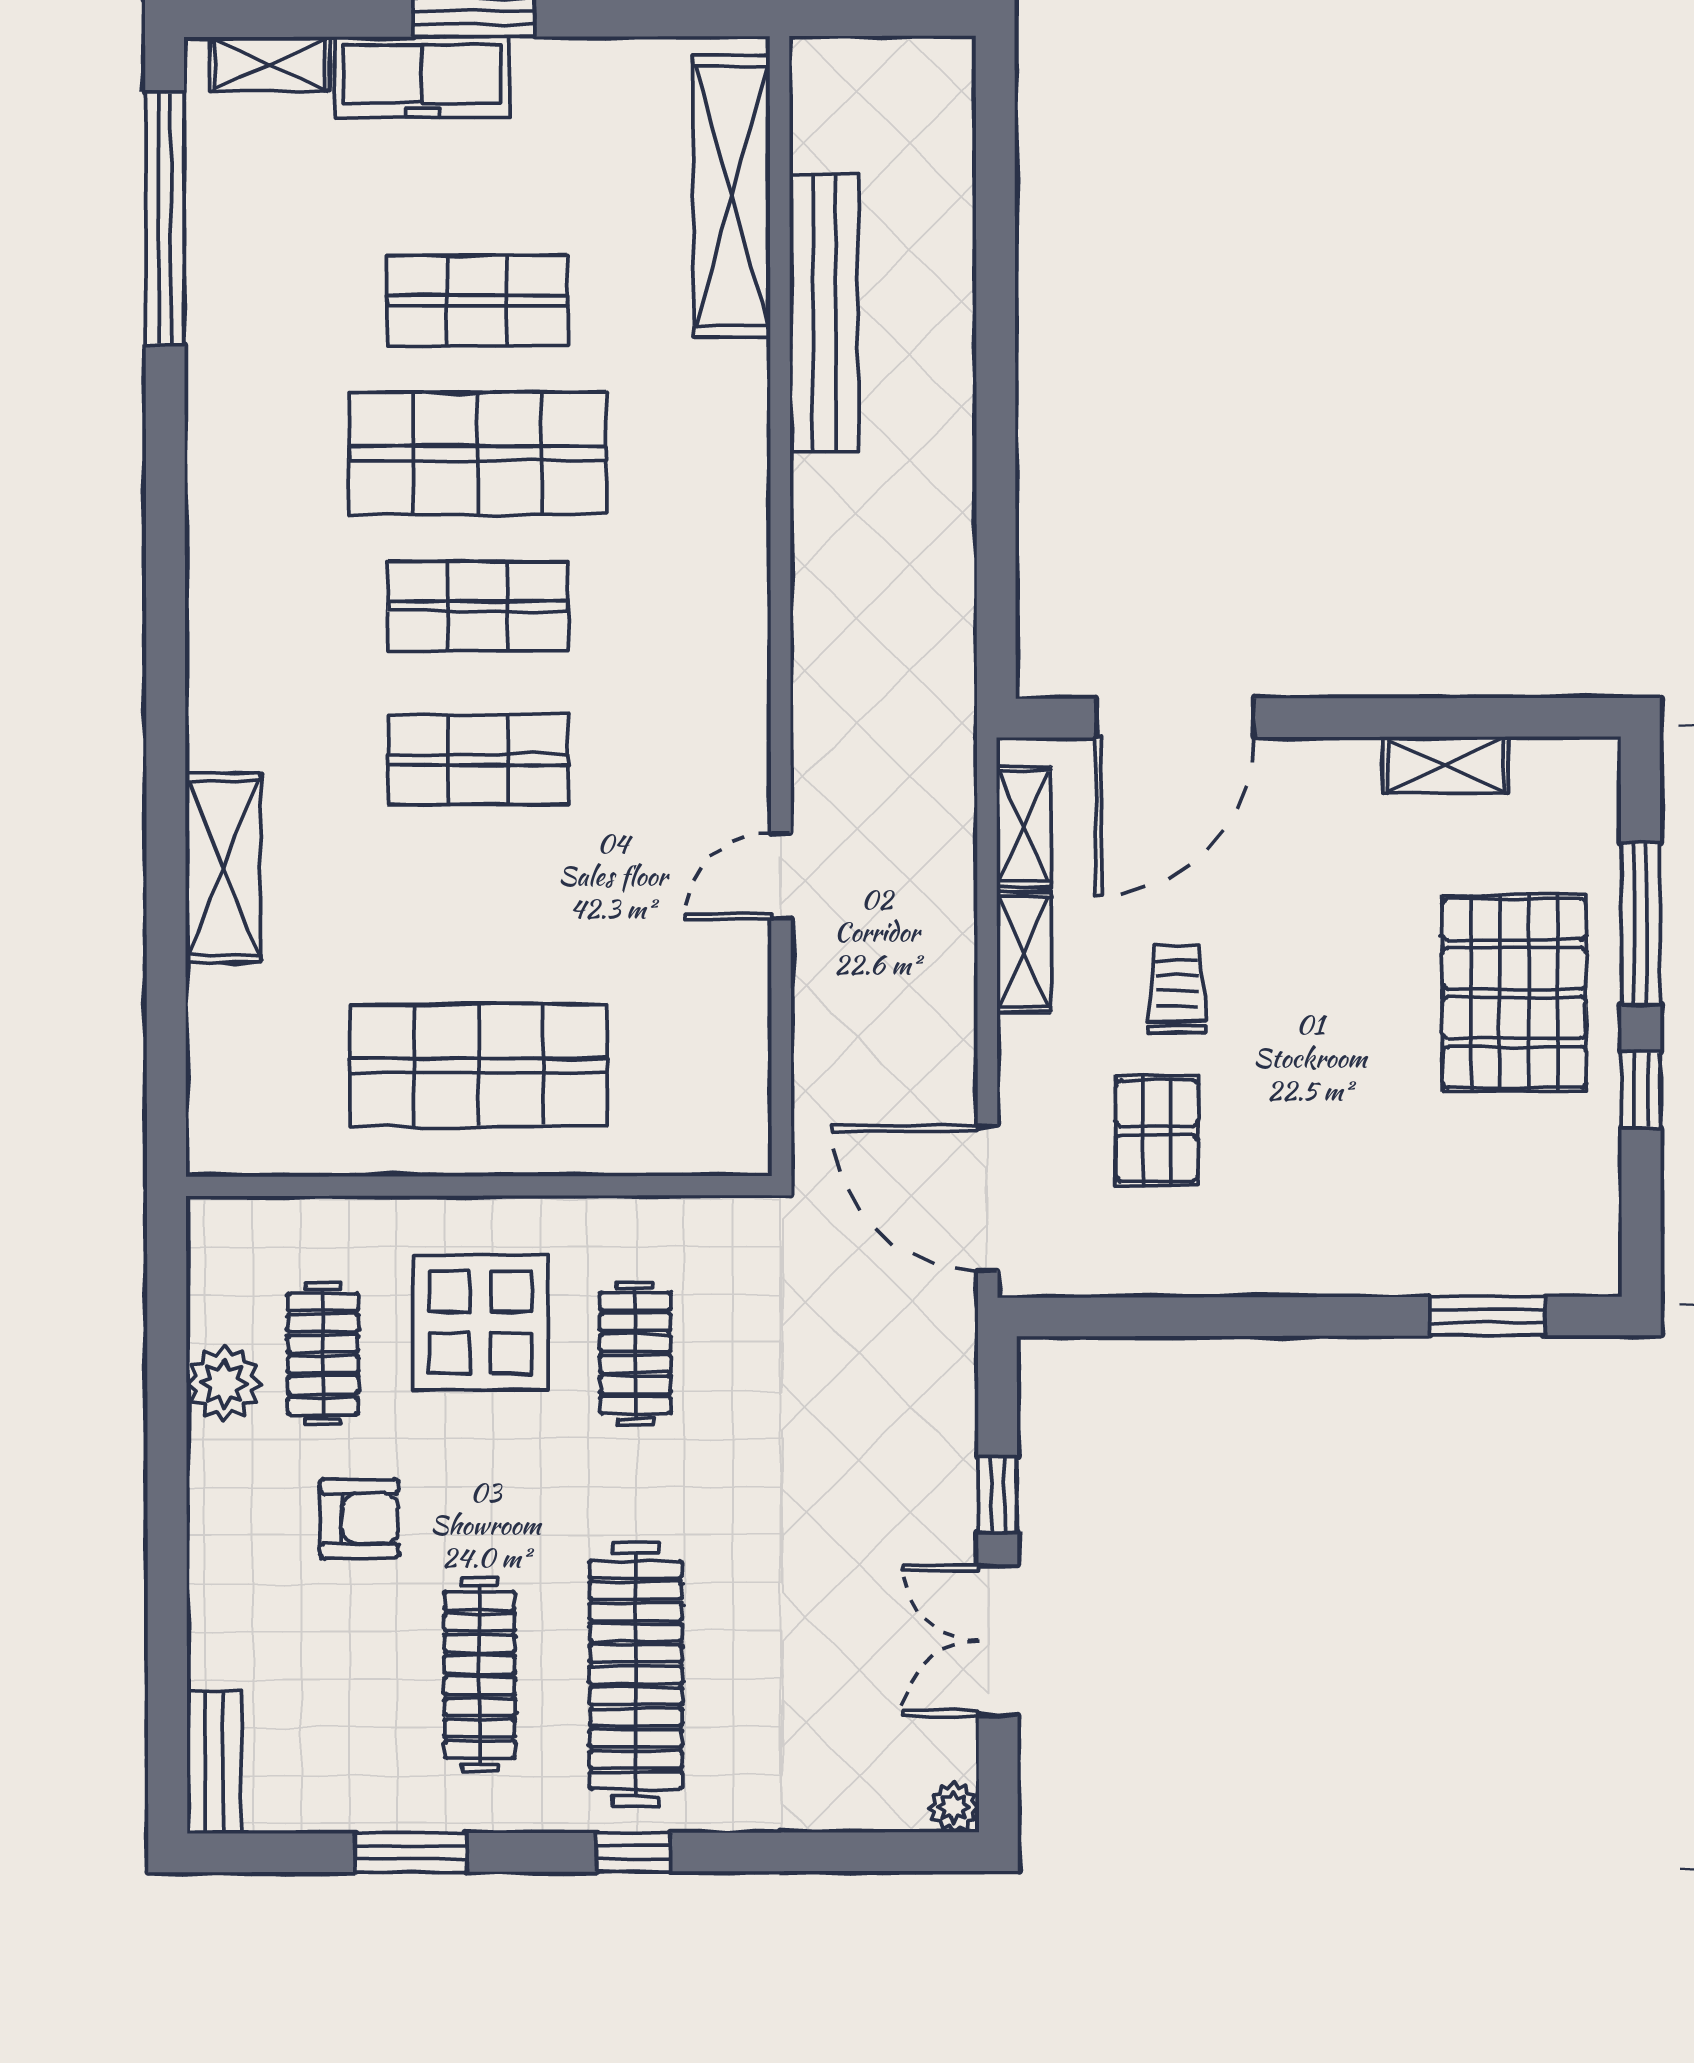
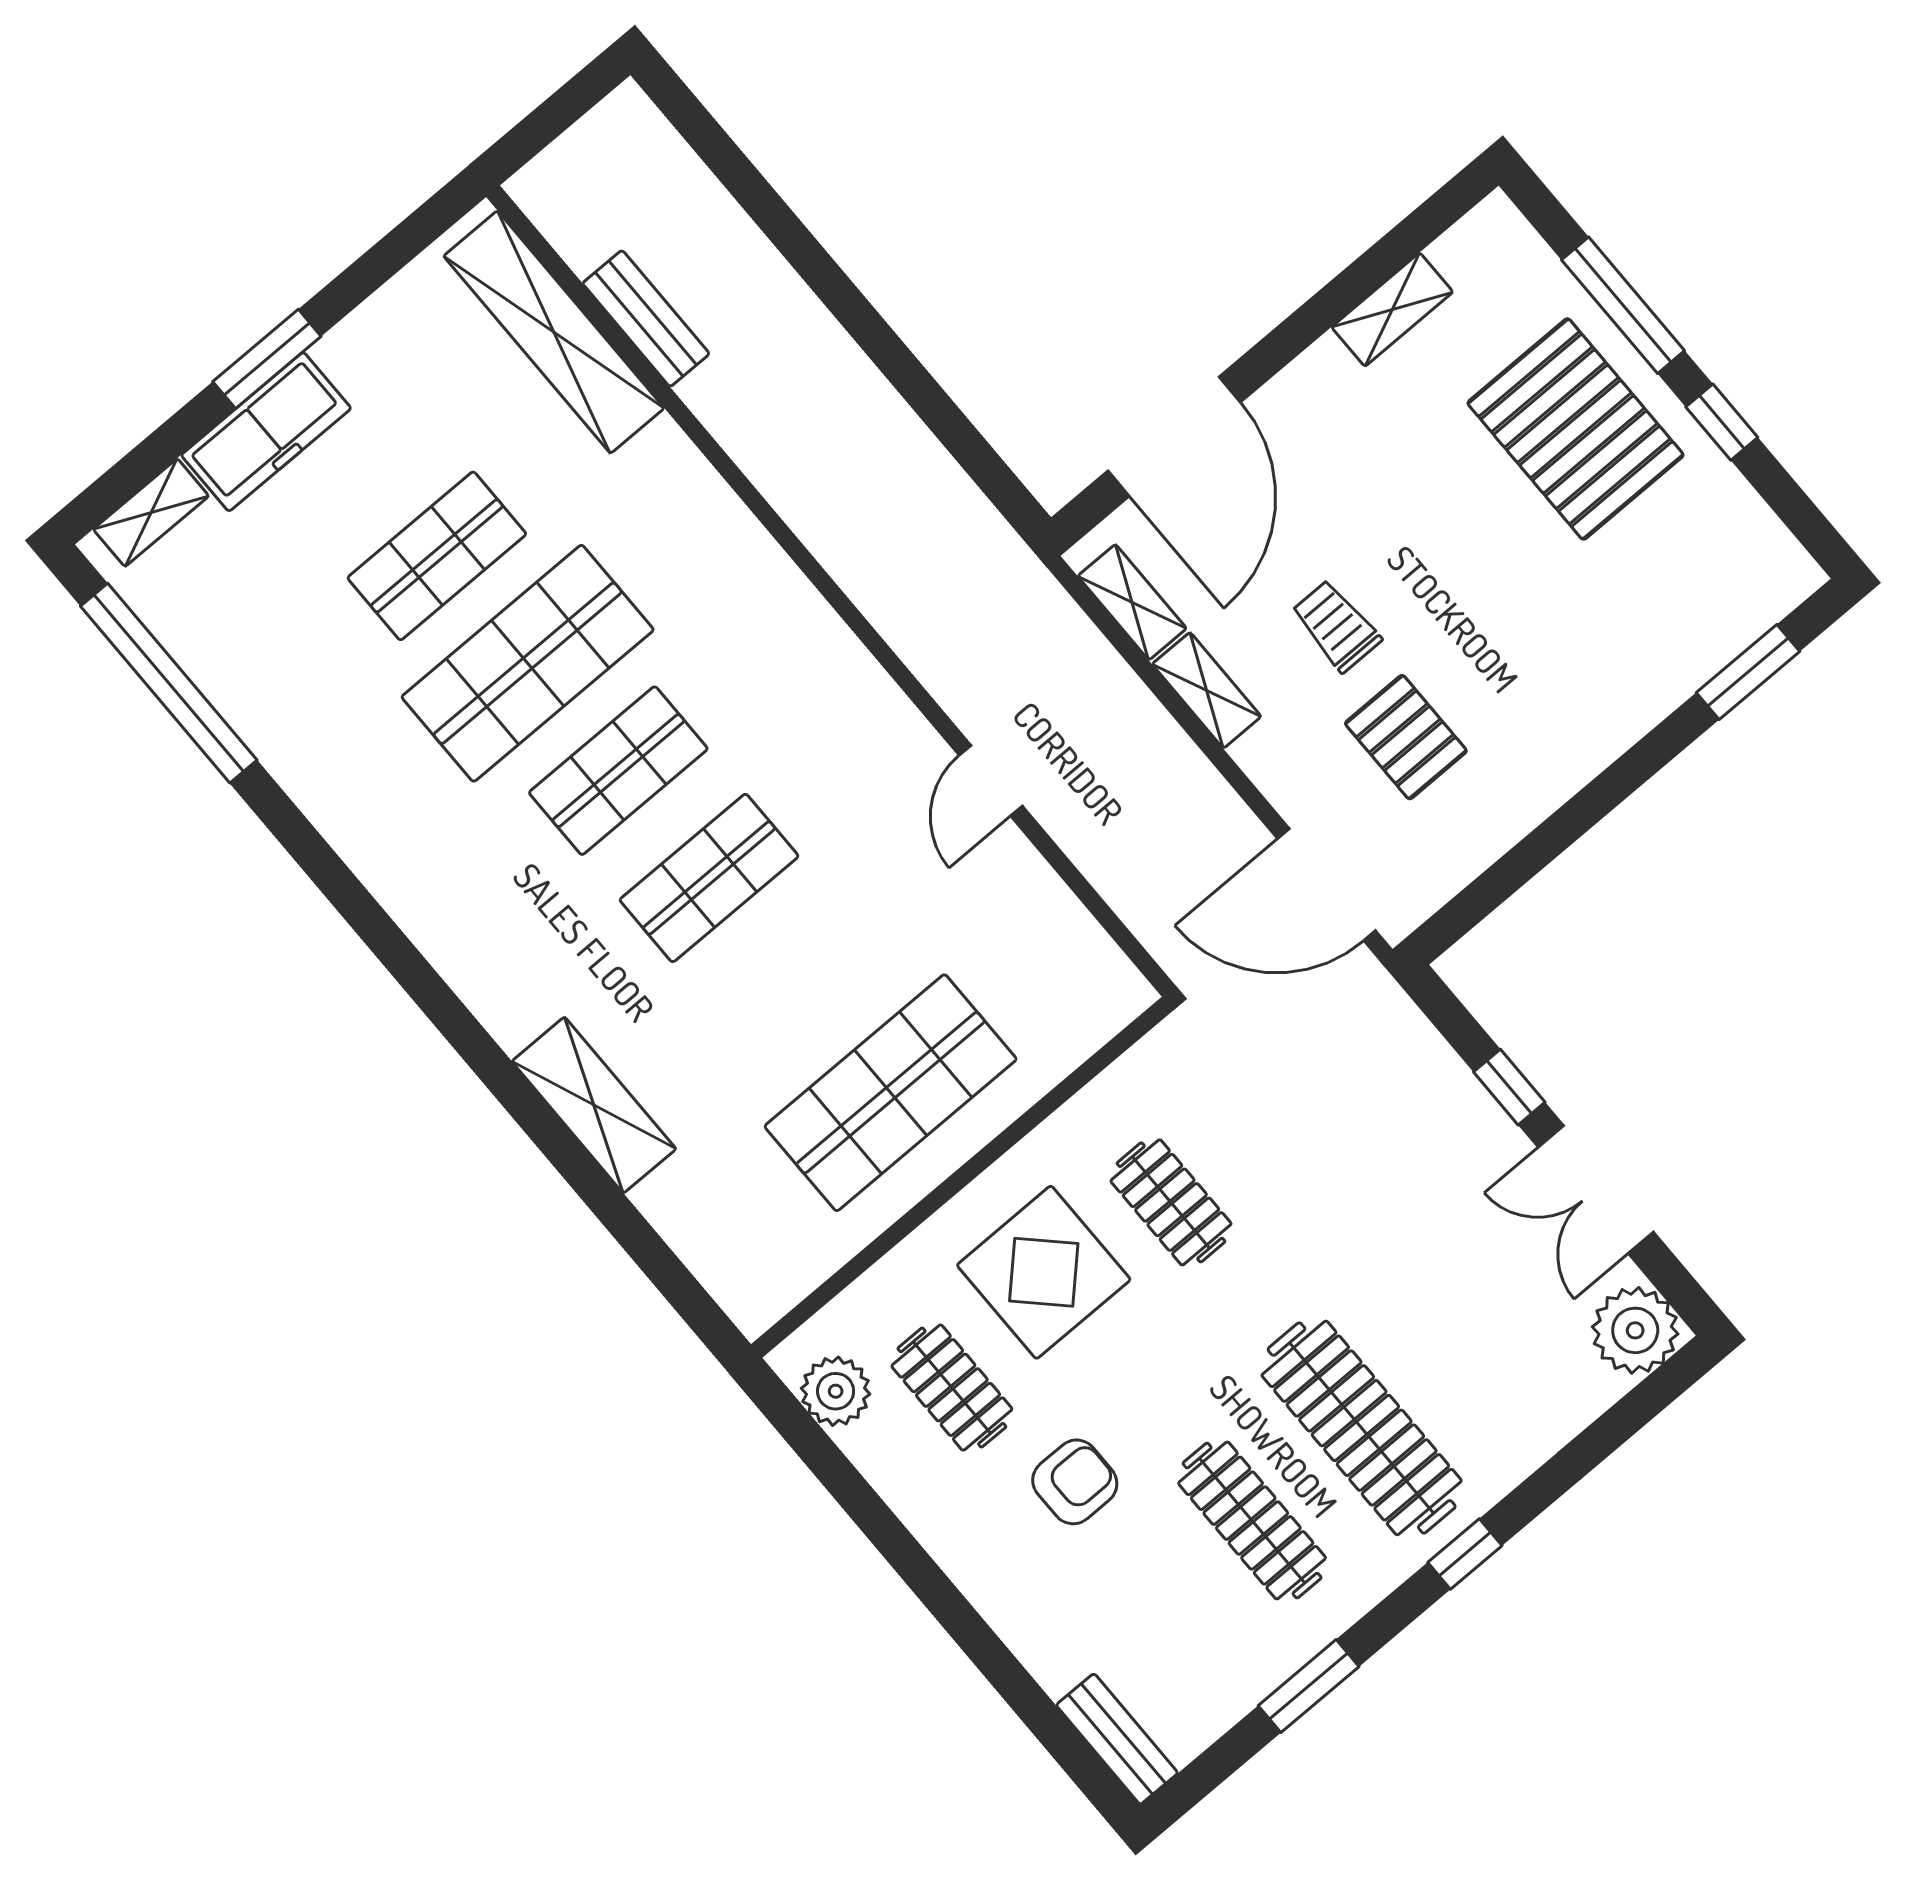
bench: (824, 313) -> (646, 319), width x0.54, depth x0.82
plant: (224, 1384) -> (836, 1391), moved
plant: (954, 1807) -> (1635, 1330), width x1.87, depth x1.87

